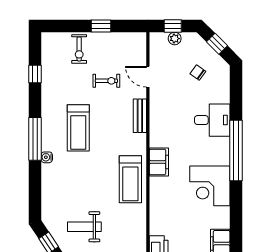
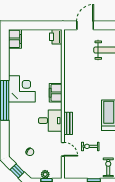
desk: (212, 120) -> (50, 121), moved, turned 180
treadmill: (130, 179) -> (74, 81), removed
corner desk: (210, 186) -> (22, 89), moved

